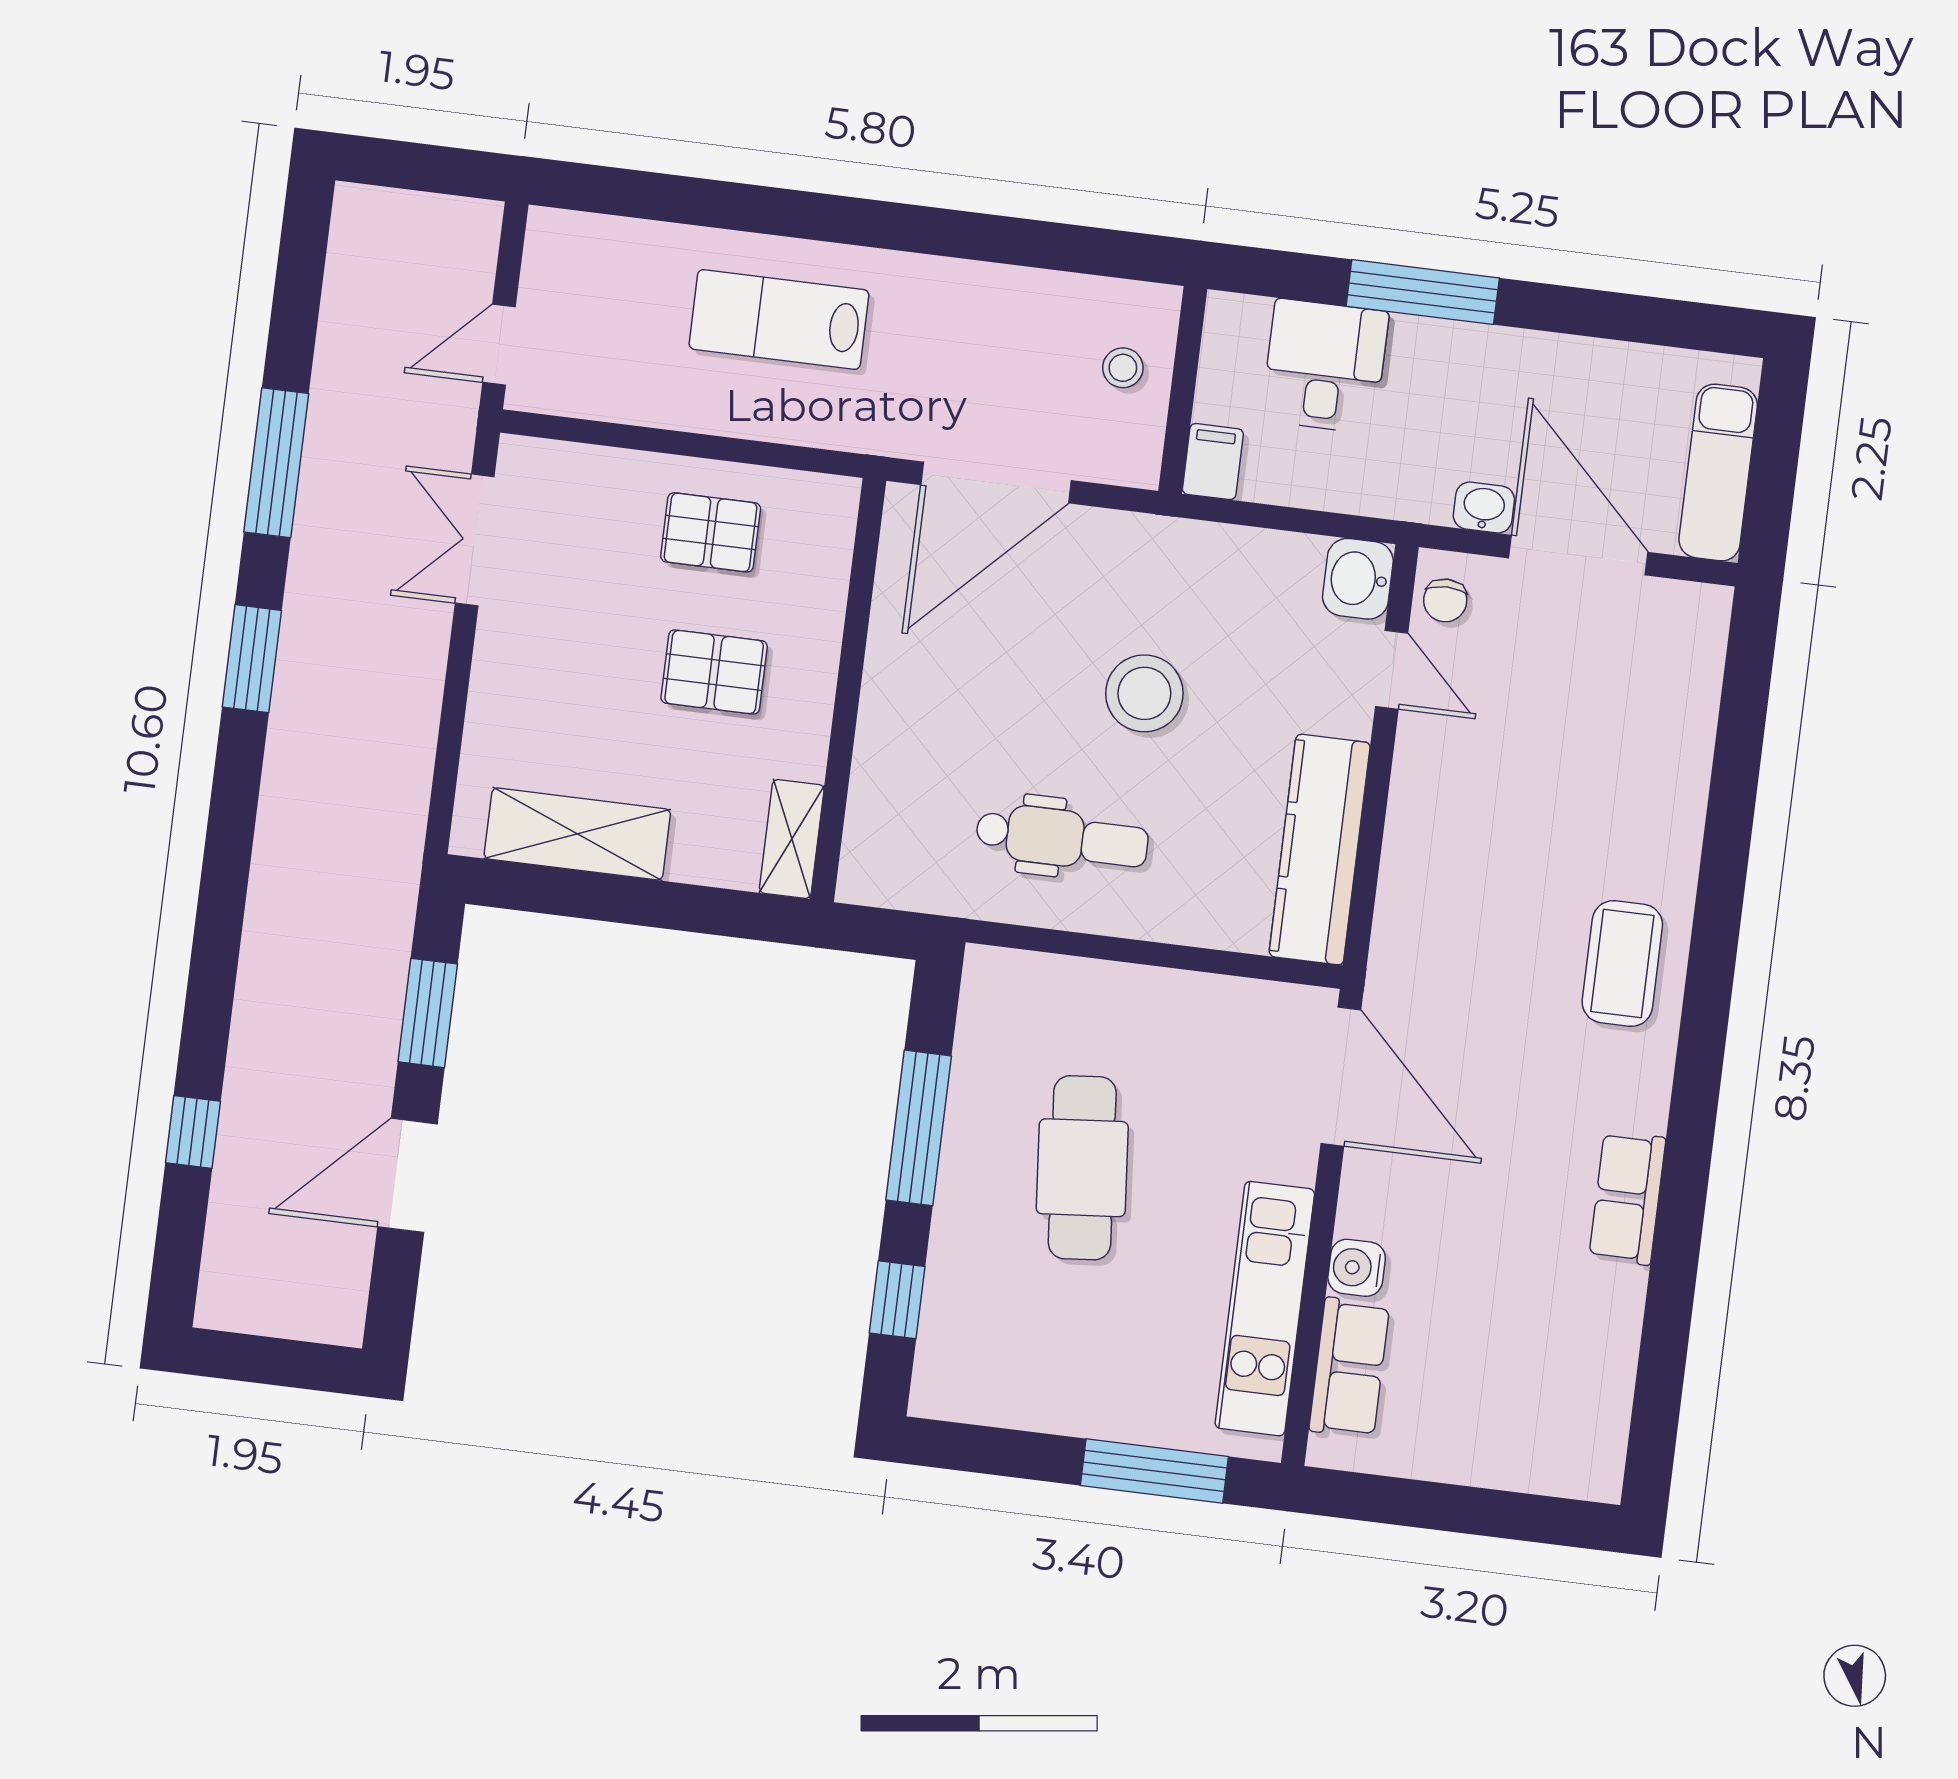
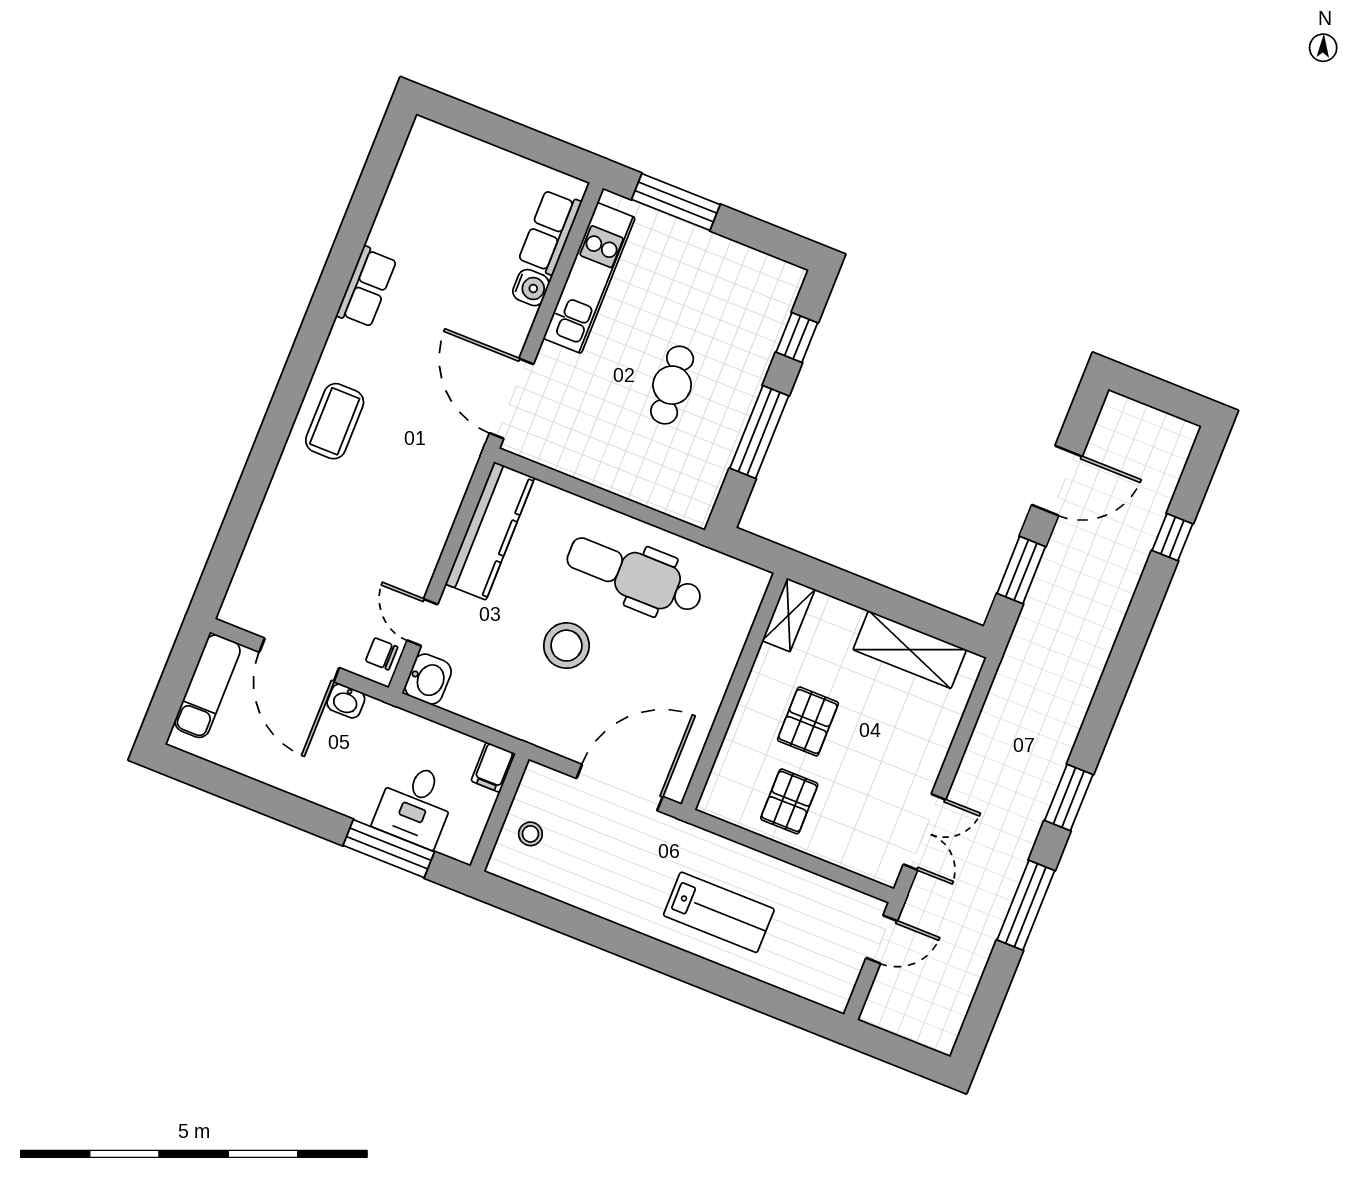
window: (1423, 292) -> (389, 849), moved
pallet: (711, 532) -> (789, 801), turned 90
chair: (1445, 600) -> (382, 654), turned -90
pallet: (714, 672) -> (808, 721), turned 90
dental chair: (1062, 838) -> (635, 576), width x1.36, depth x1.38
cafe table: (1082, 1168) -> (672, 385), width x0.73, depth x0.74

